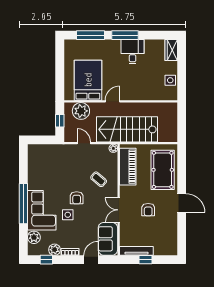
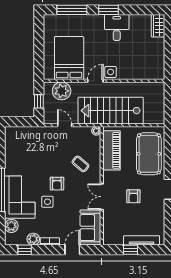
window: (125, 35) -> (109, 10), width x0.69
side table: (170, 80) -> (111, 72), moved
tv unit: (136, 251) -> (142, 240), moved

